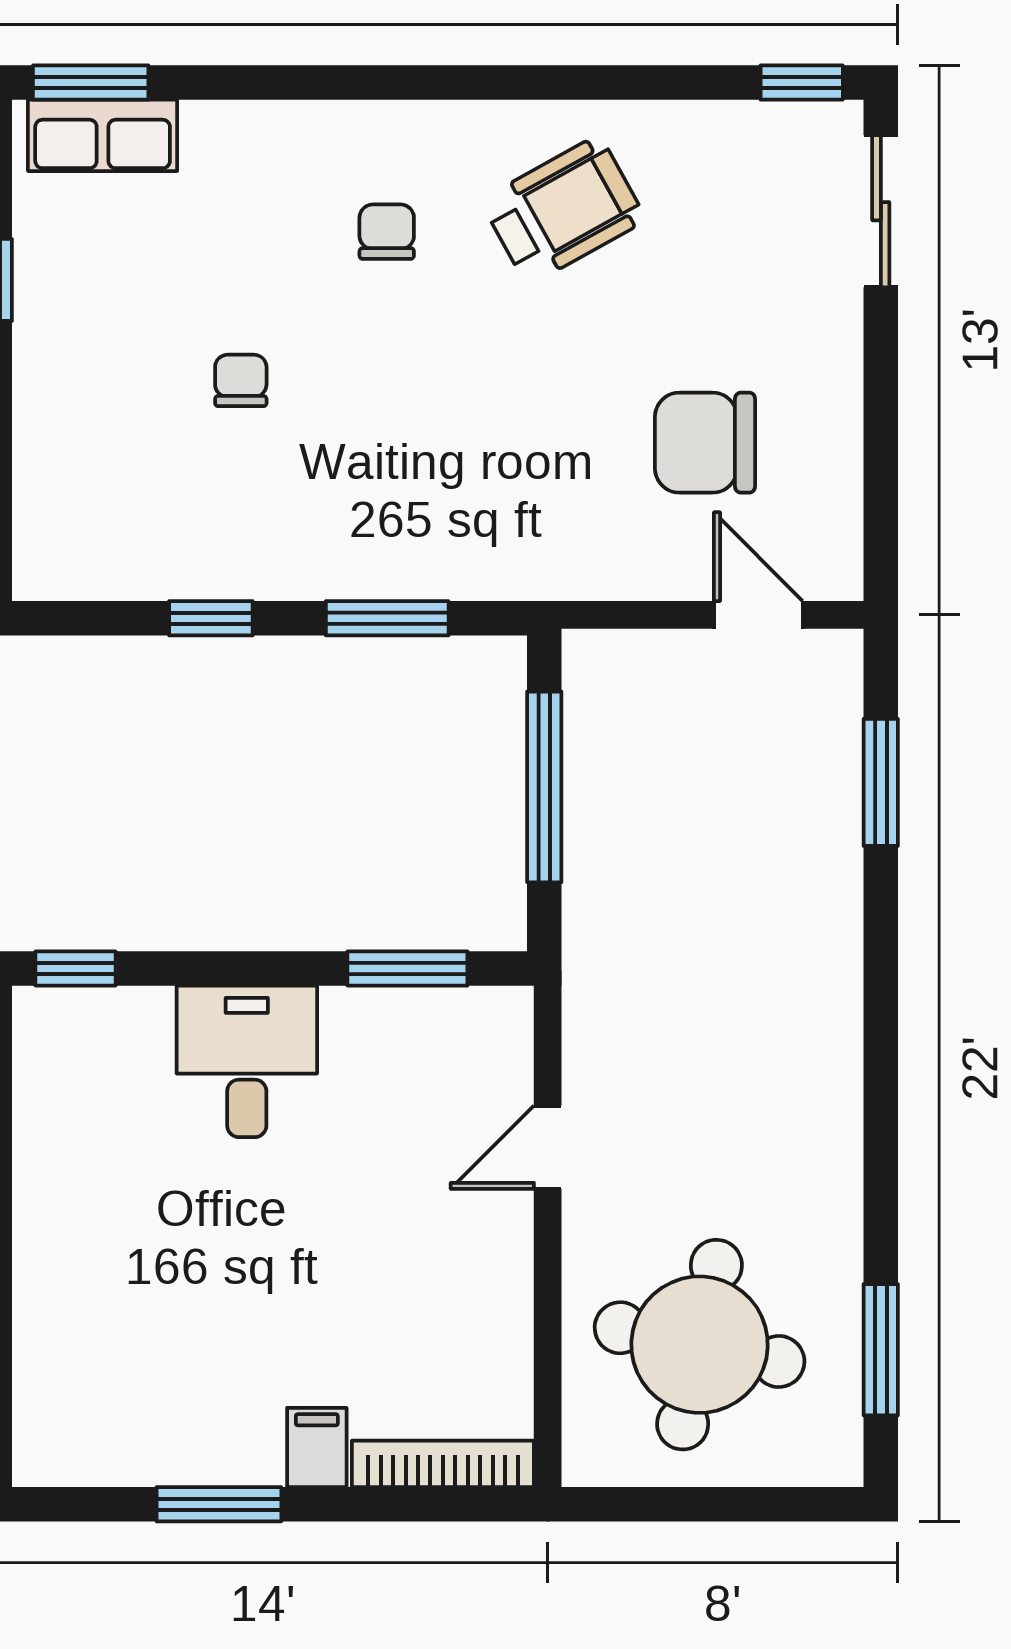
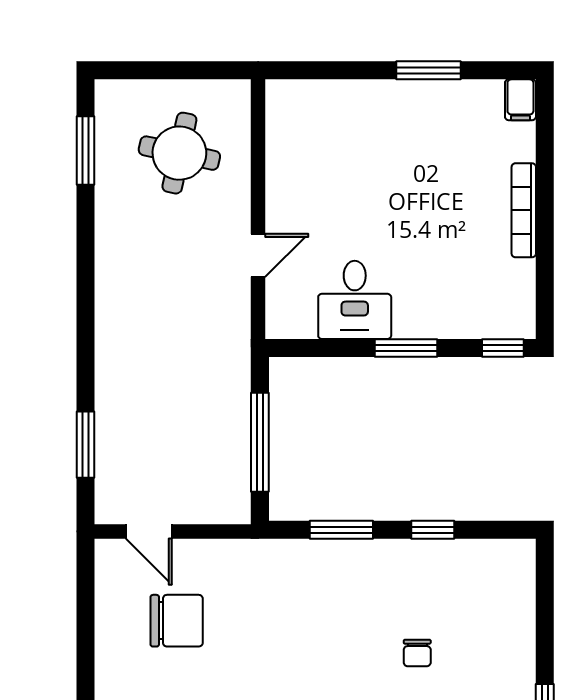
window: (407, 969) -> (406, 348), moved
desk: (247, 1061) -> (355, 300), moved
round table: (700, 1345) -> (179, 153), width x0.73, depth x0.73
filing cabinet: (317, 1447) -> (520, 100), moved
bookcase: (443, 1464) -> (524, 210), moved, turned 90

